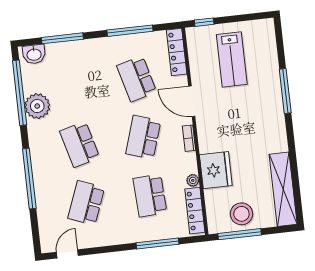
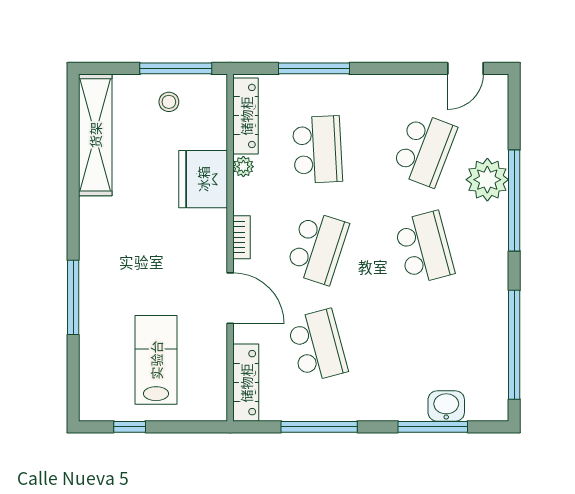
window: (204, 22) -> (130, 427), moved
washbasin: (34, 54) -> (446, 406), moved
plant: (37, 106) -> (487, 180), moved
stool: (241, 214) -> (169, 102), width x0.53, depth x0.53

